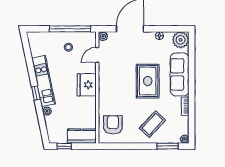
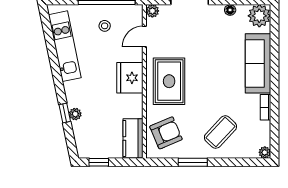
kitchen unit: (43, 81) -> (65, 46), moved
rug: (148, 81) -> (169, 81), moved
window: (36, 93) -> (65, 113), moved
armchair: (113, 125) -> (166, 133), turned 67
kitchen counter: (82, 136) -> (133, 138), moved, turned -90
window: (168, 146) -> (193, 162), moved

